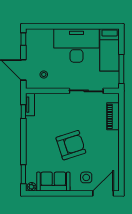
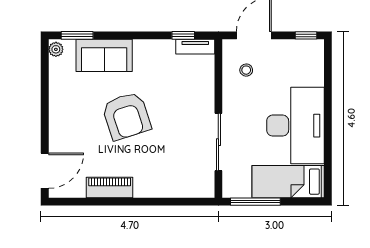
piano: (113, 116) -> (110, 187), moved
side table: (86, 177) -> (72, 142), removed
sofa: (53, 182) -> (104, 55), moved, turned 90
door: (103, 193) -> (45, 171), hinge flipped

